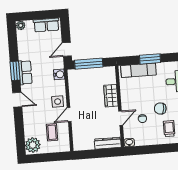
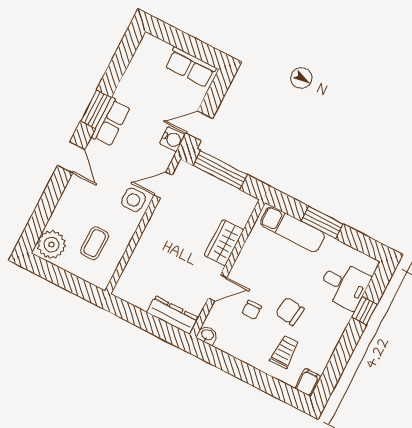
plant: (21, 25) -> (149, 43), removed
water cooler: (59, 74) -> (172, 139), moved
door: (69, 114) -> (163, 185), moved

